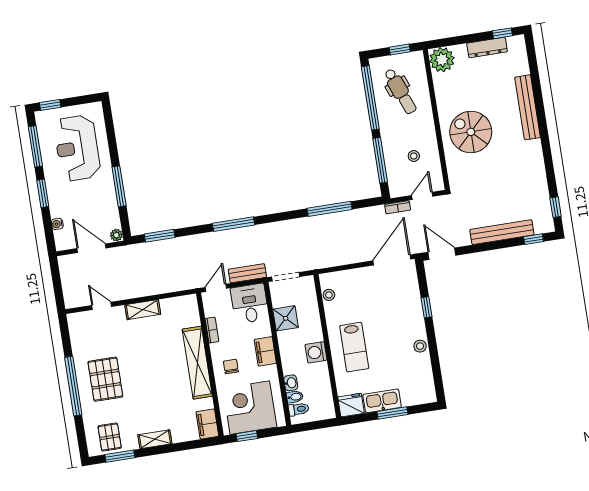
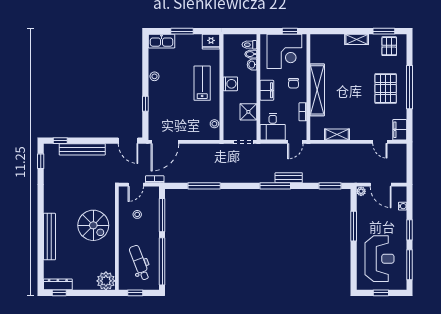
dresser: (487, 48) -> (58, 284), moved
window: (50, 105) -> (381, 293), moved
bench: (247, 273) -> (289, 178), moved
shelving: (143, 310) -> (337, 134), moved
kitchen sink: (382, 401) -> (161, 41), moved
filing cabinet: (207, 424) -> (400, 130), moved, turned 180

